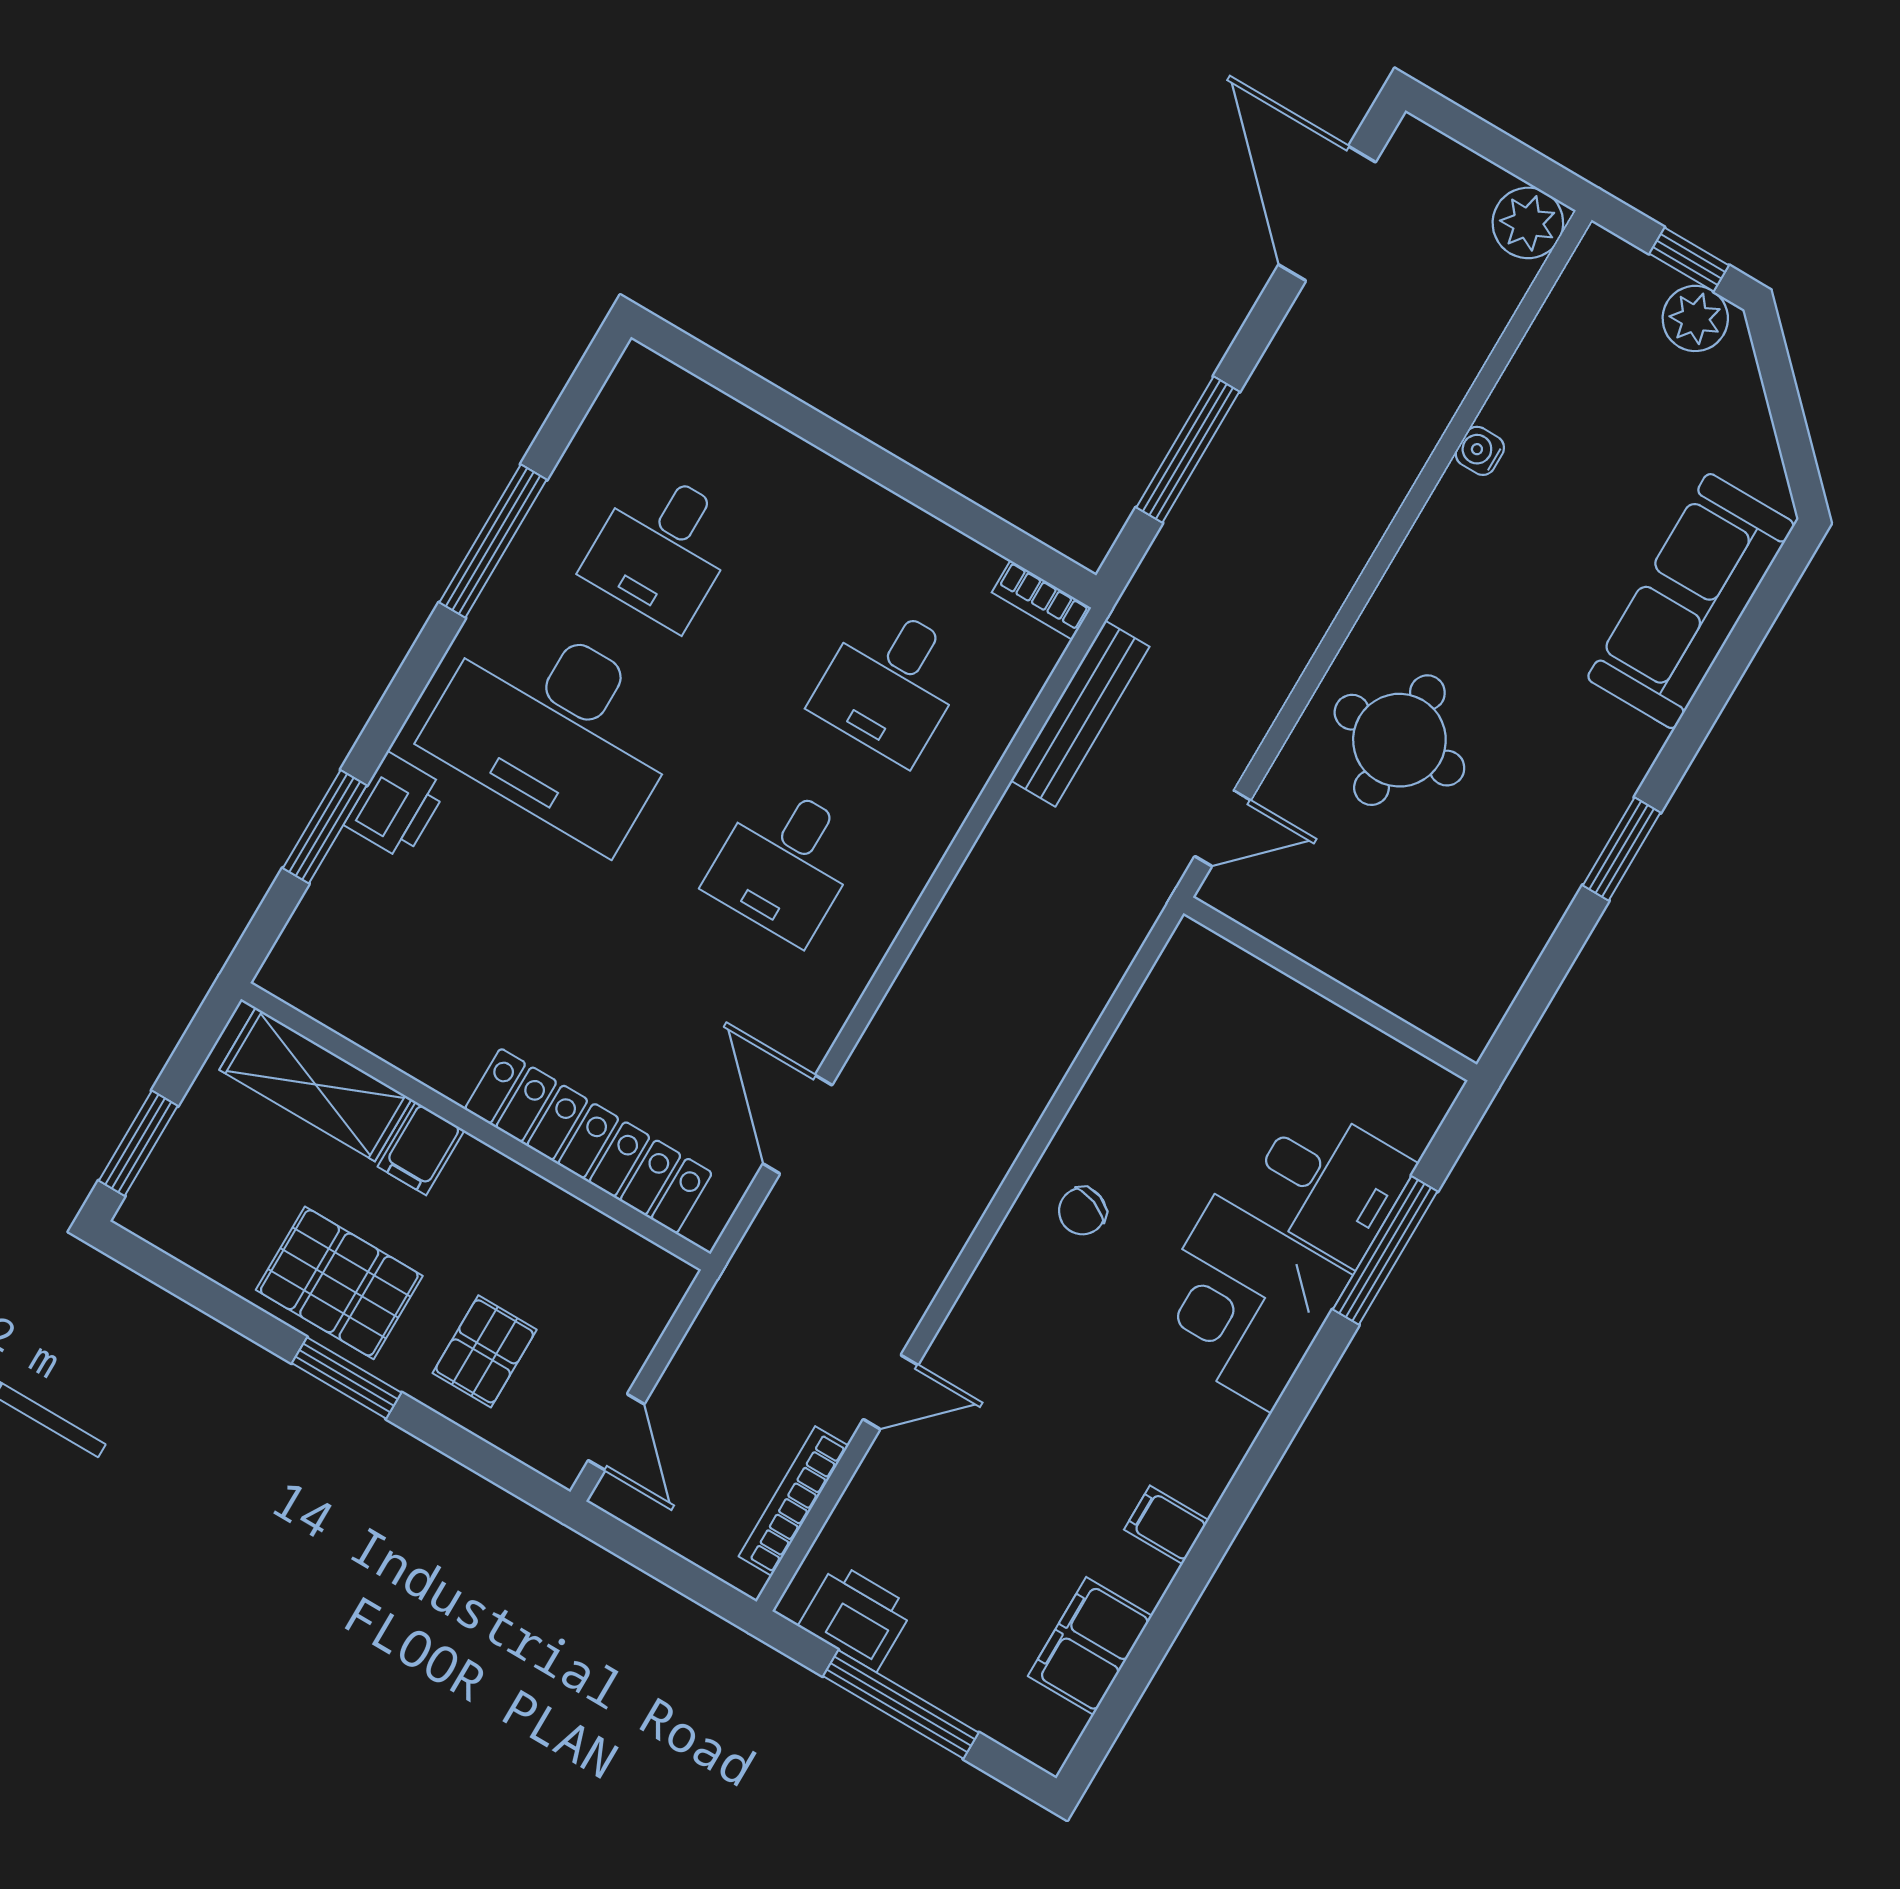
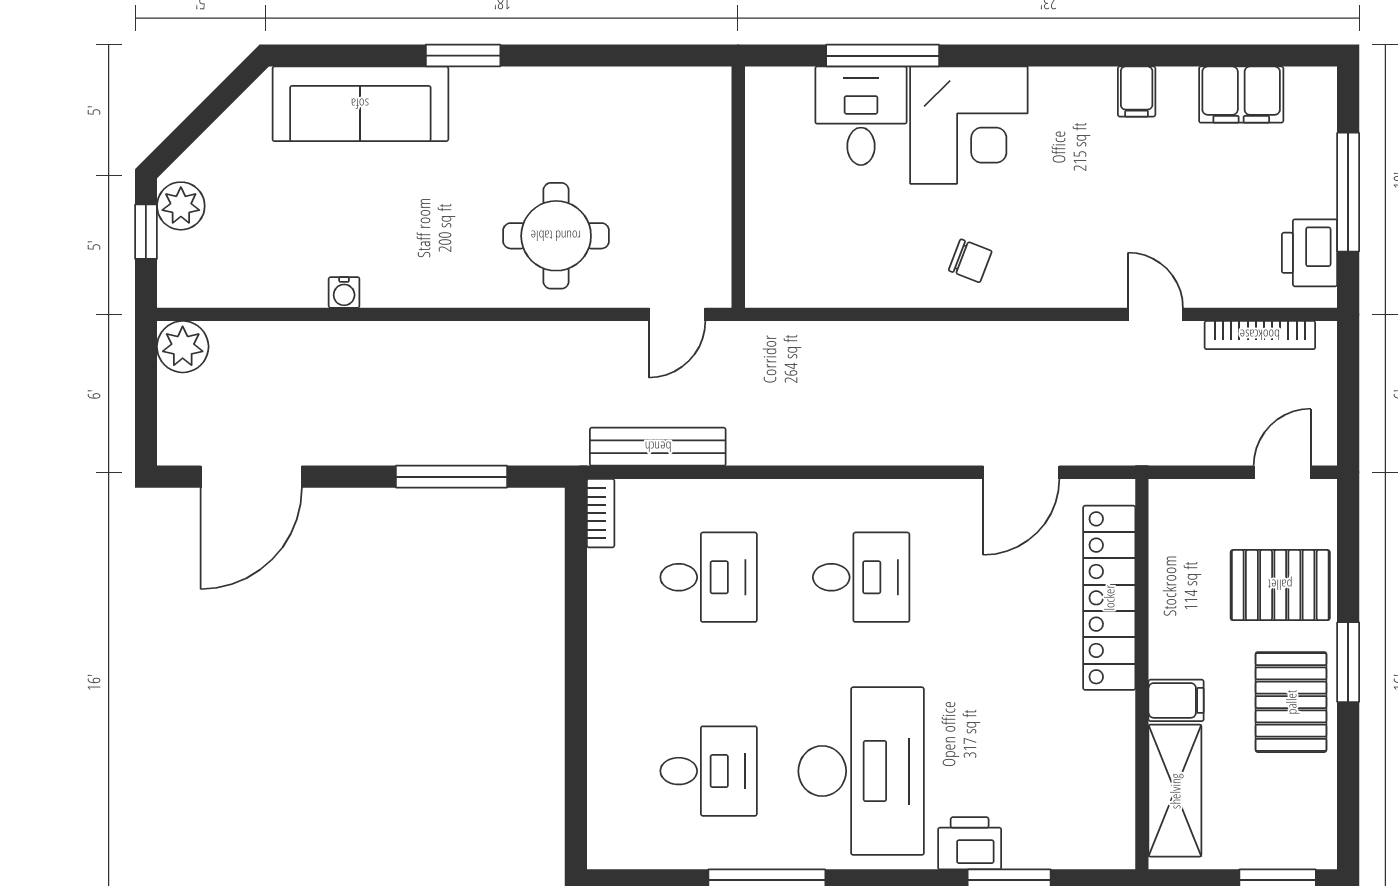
door: (1223, 828) -> (677, 314), swing flipped
window: (1622, 849) -> (463, 56), moved
pallet: (485, 1351) -> (1280, 585), width x1.50, depth x1.42

